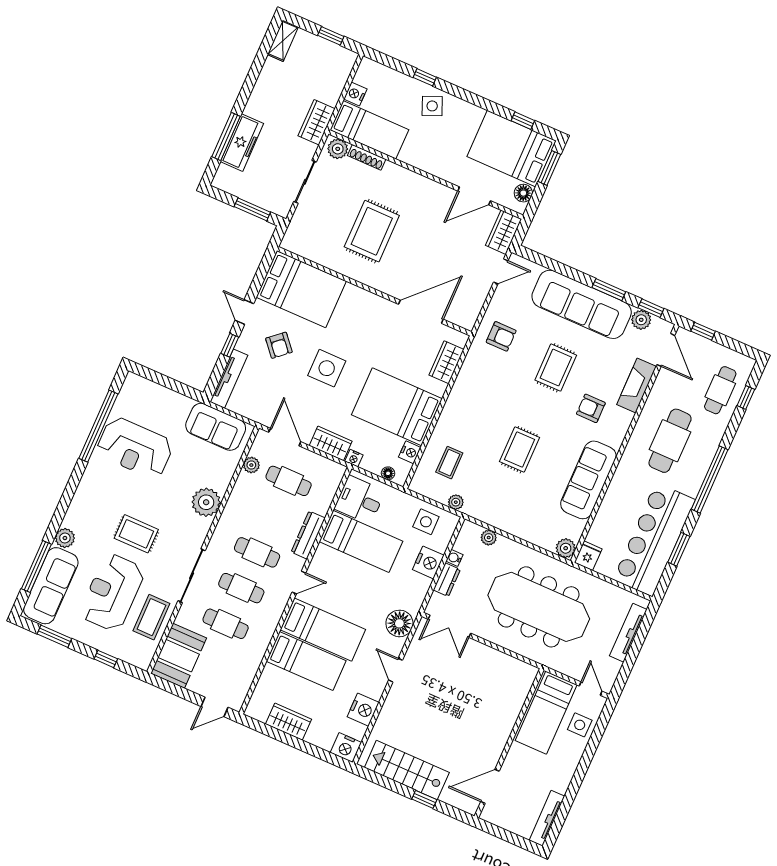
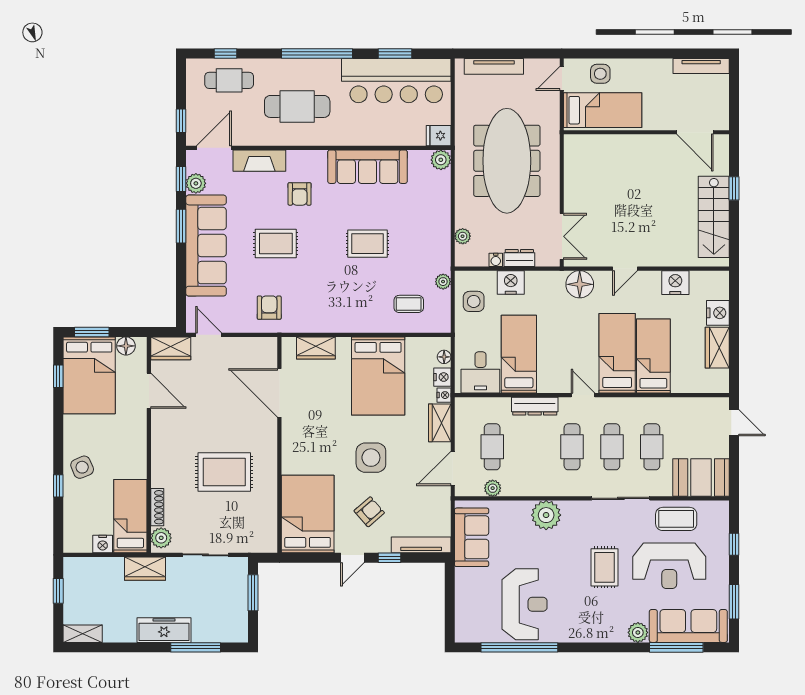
freezer: (242, 143) -> (164, 630), moved
nightstand: (410, 452) -> (442, 377), moved, turned 90
nightstand: (346, 748) -> (718, 313), moved

